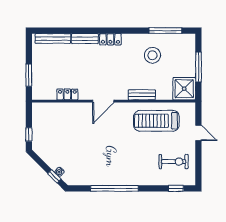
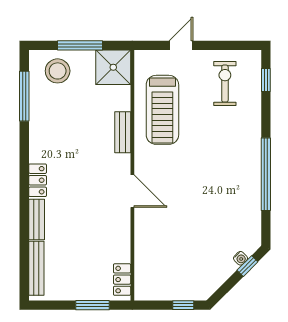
stool: (152, 55) -> (58, 71), moved
locker: (67, 94) -> (122, 280), moved

